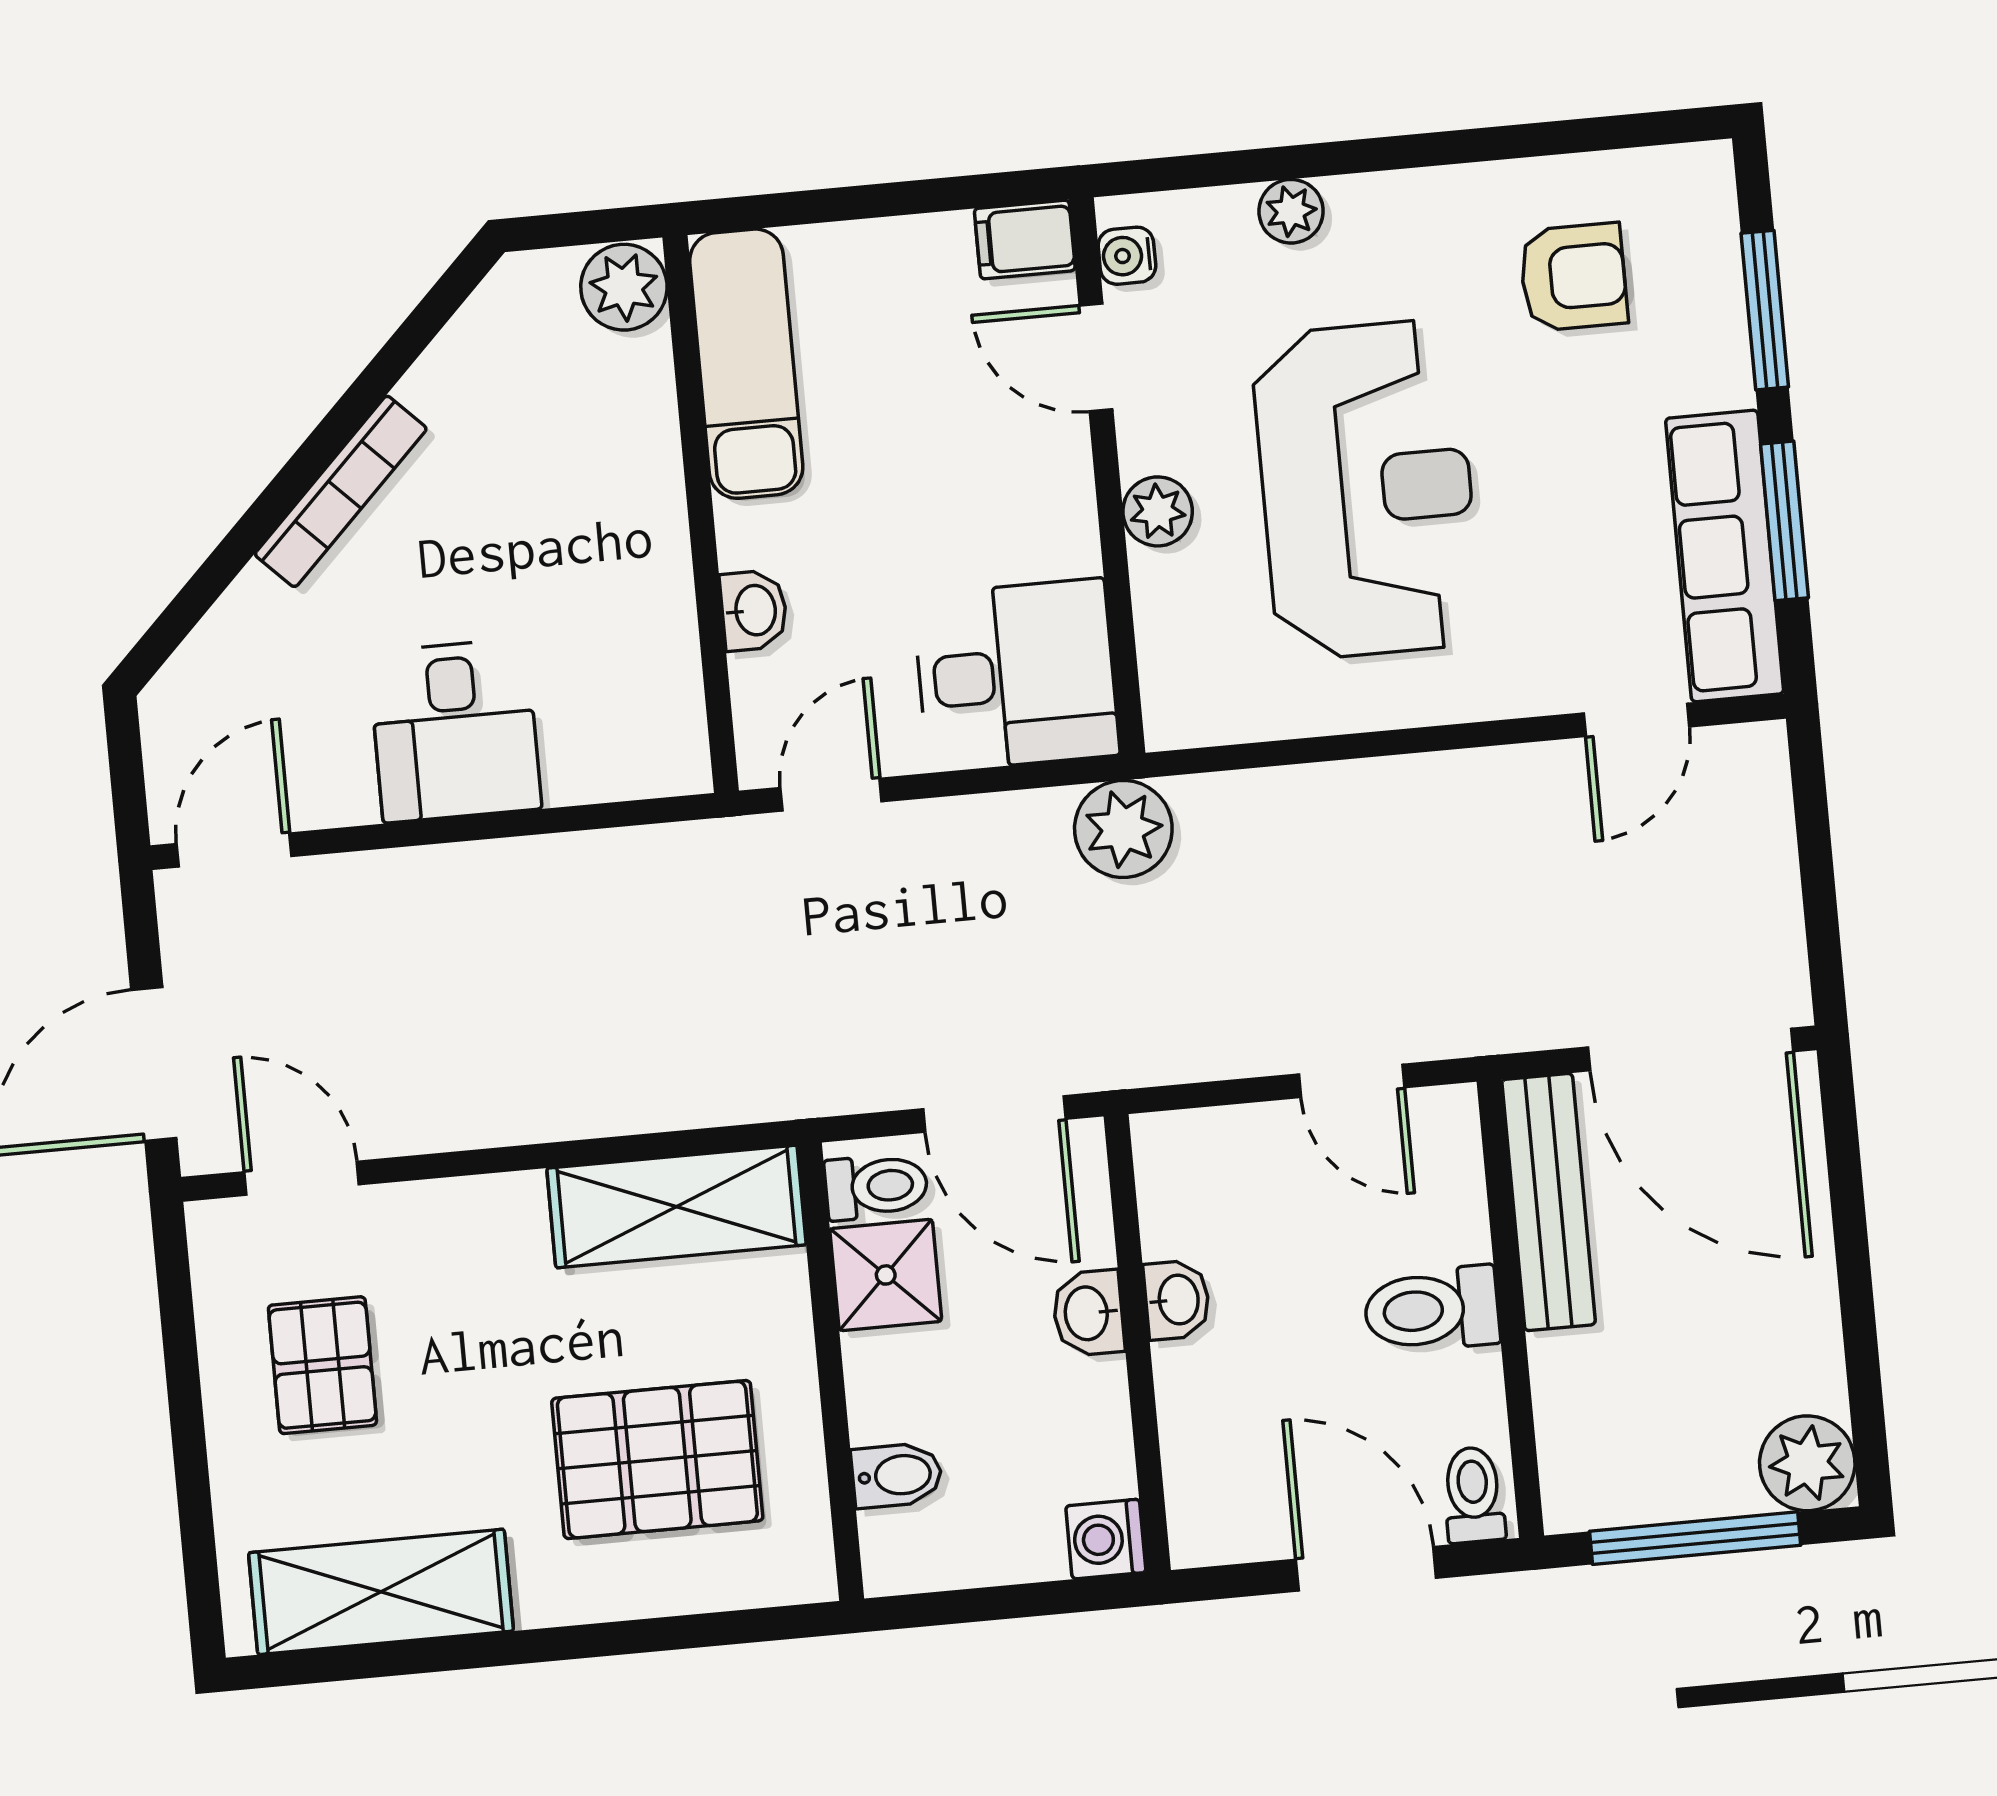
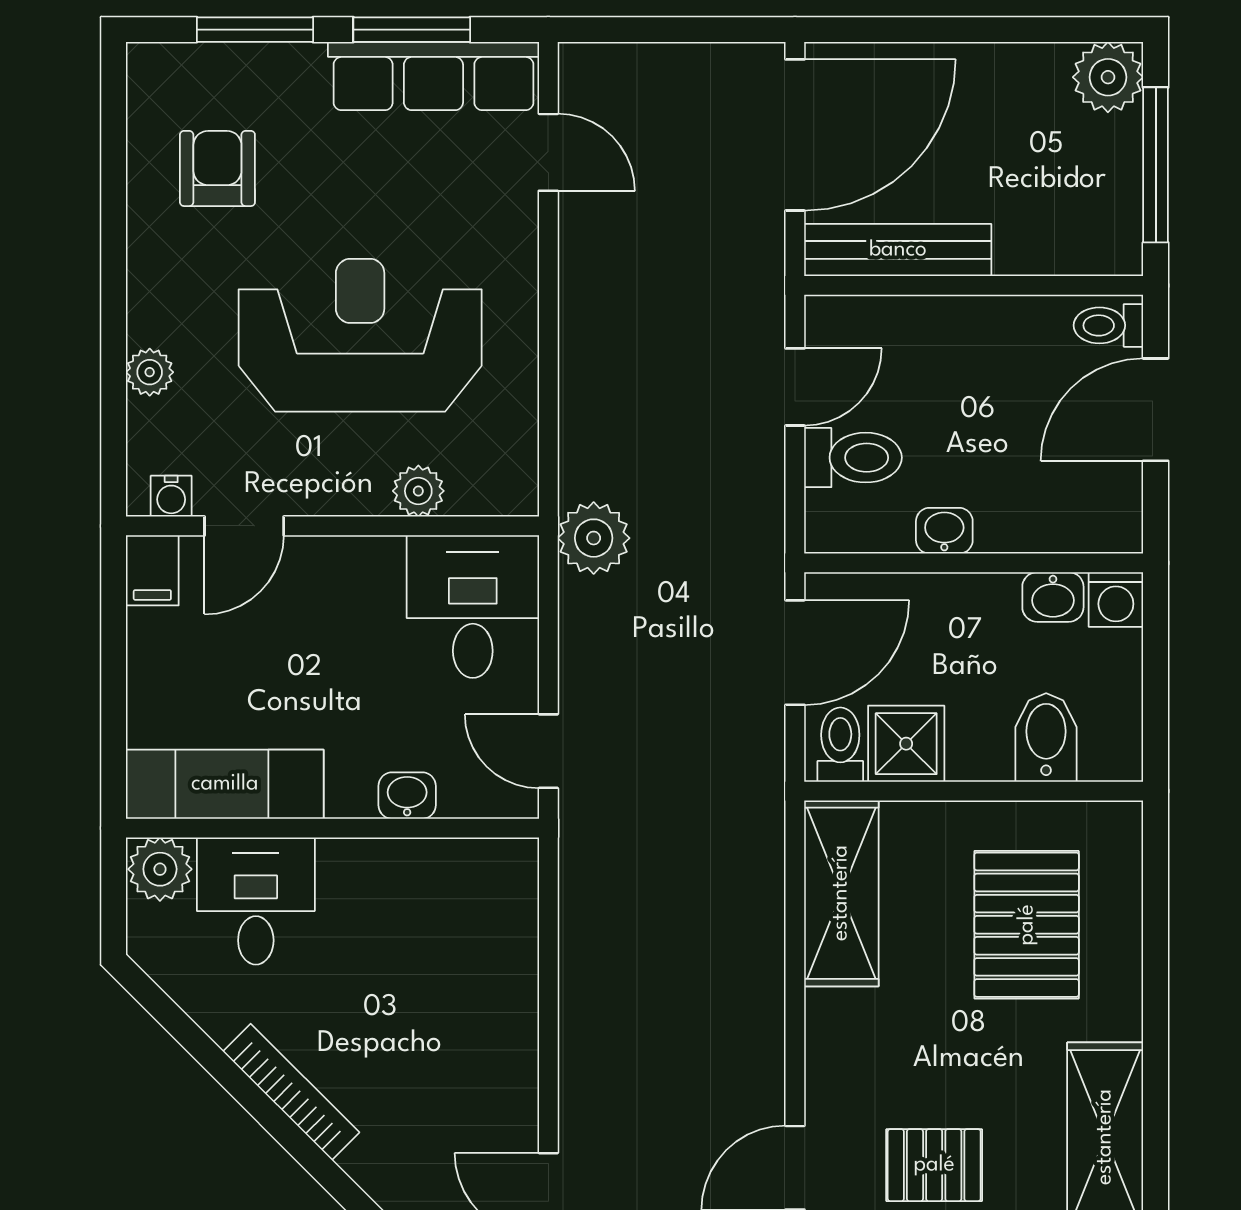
plant: (1158, 511) -> (418, 491), moved
desk: (455, 731) -> (256, 901), moved, turned -90
toilet: (1432, 1309) -> (853, 458), moved, turned -90
washbasin: (1088, 1313) -> (1053, 597), moved
bidet: (897, 1475) -> (1046, 738), width x1.38, depth x1.36

